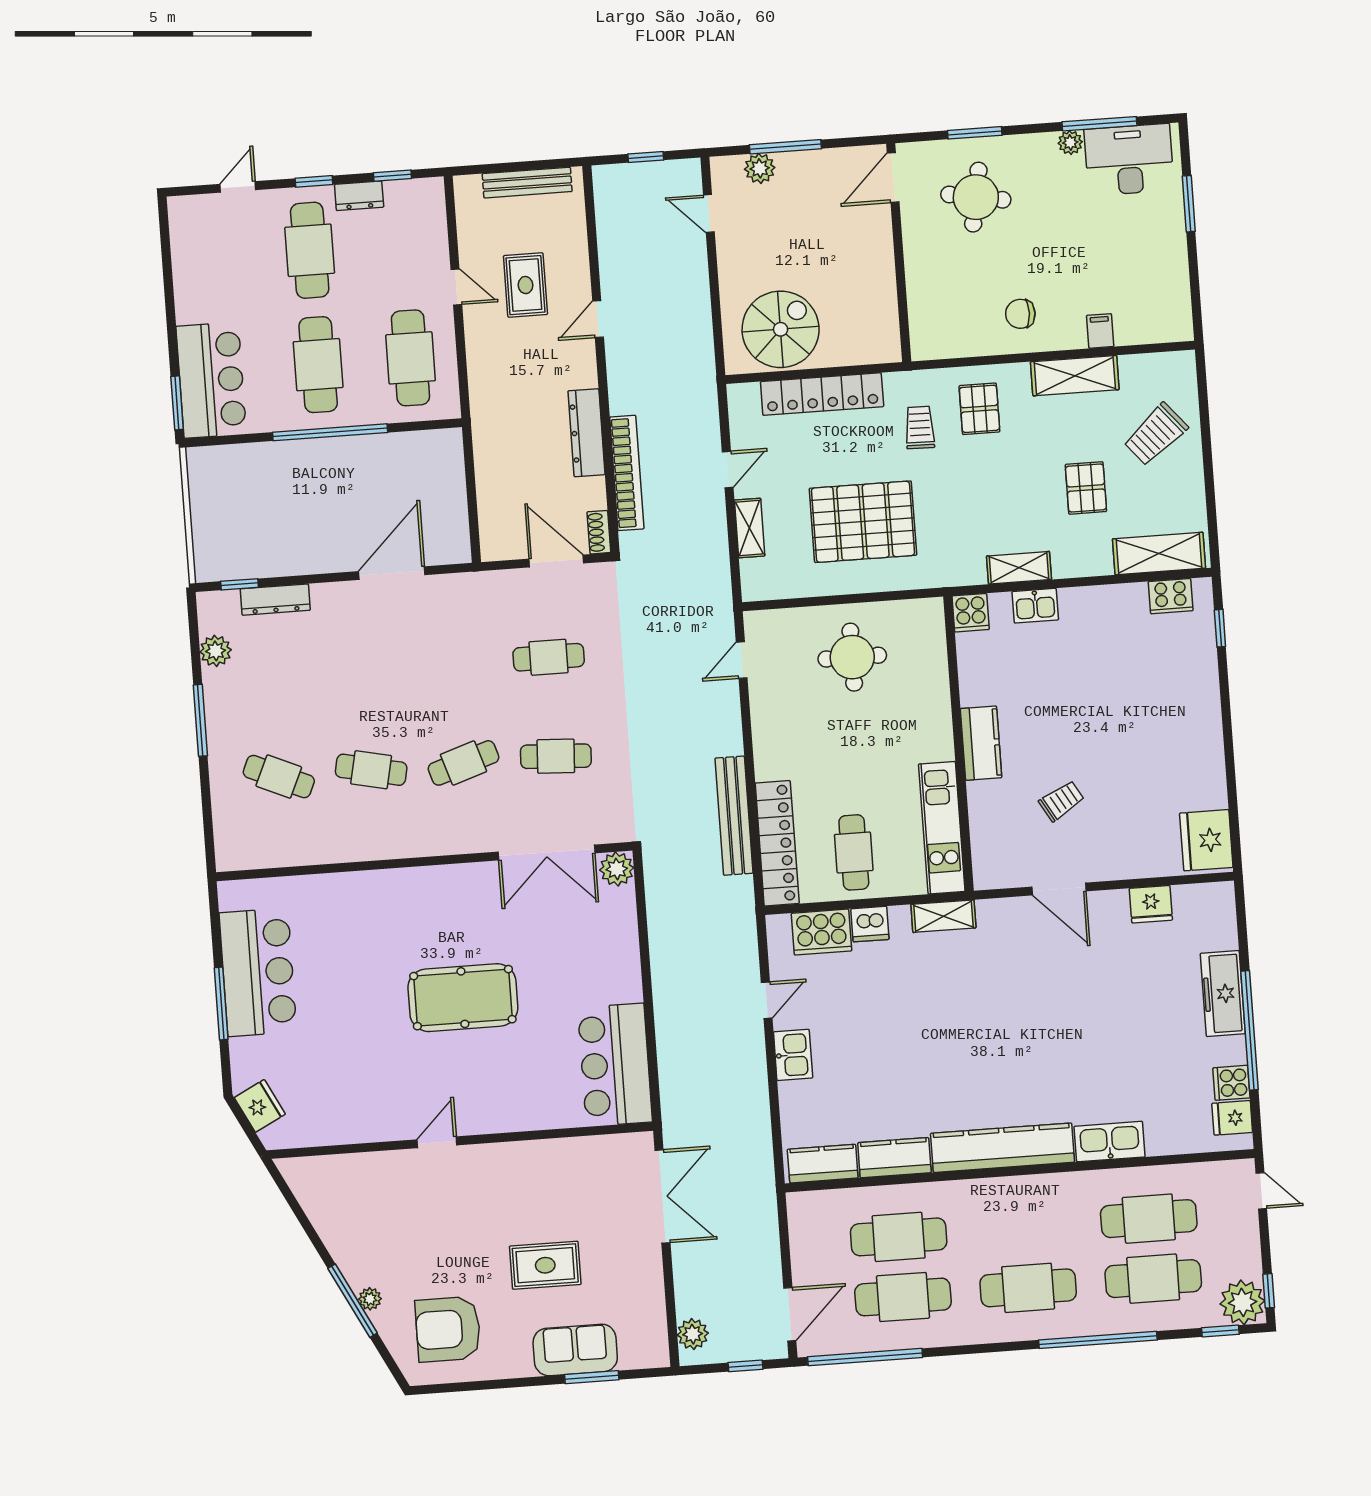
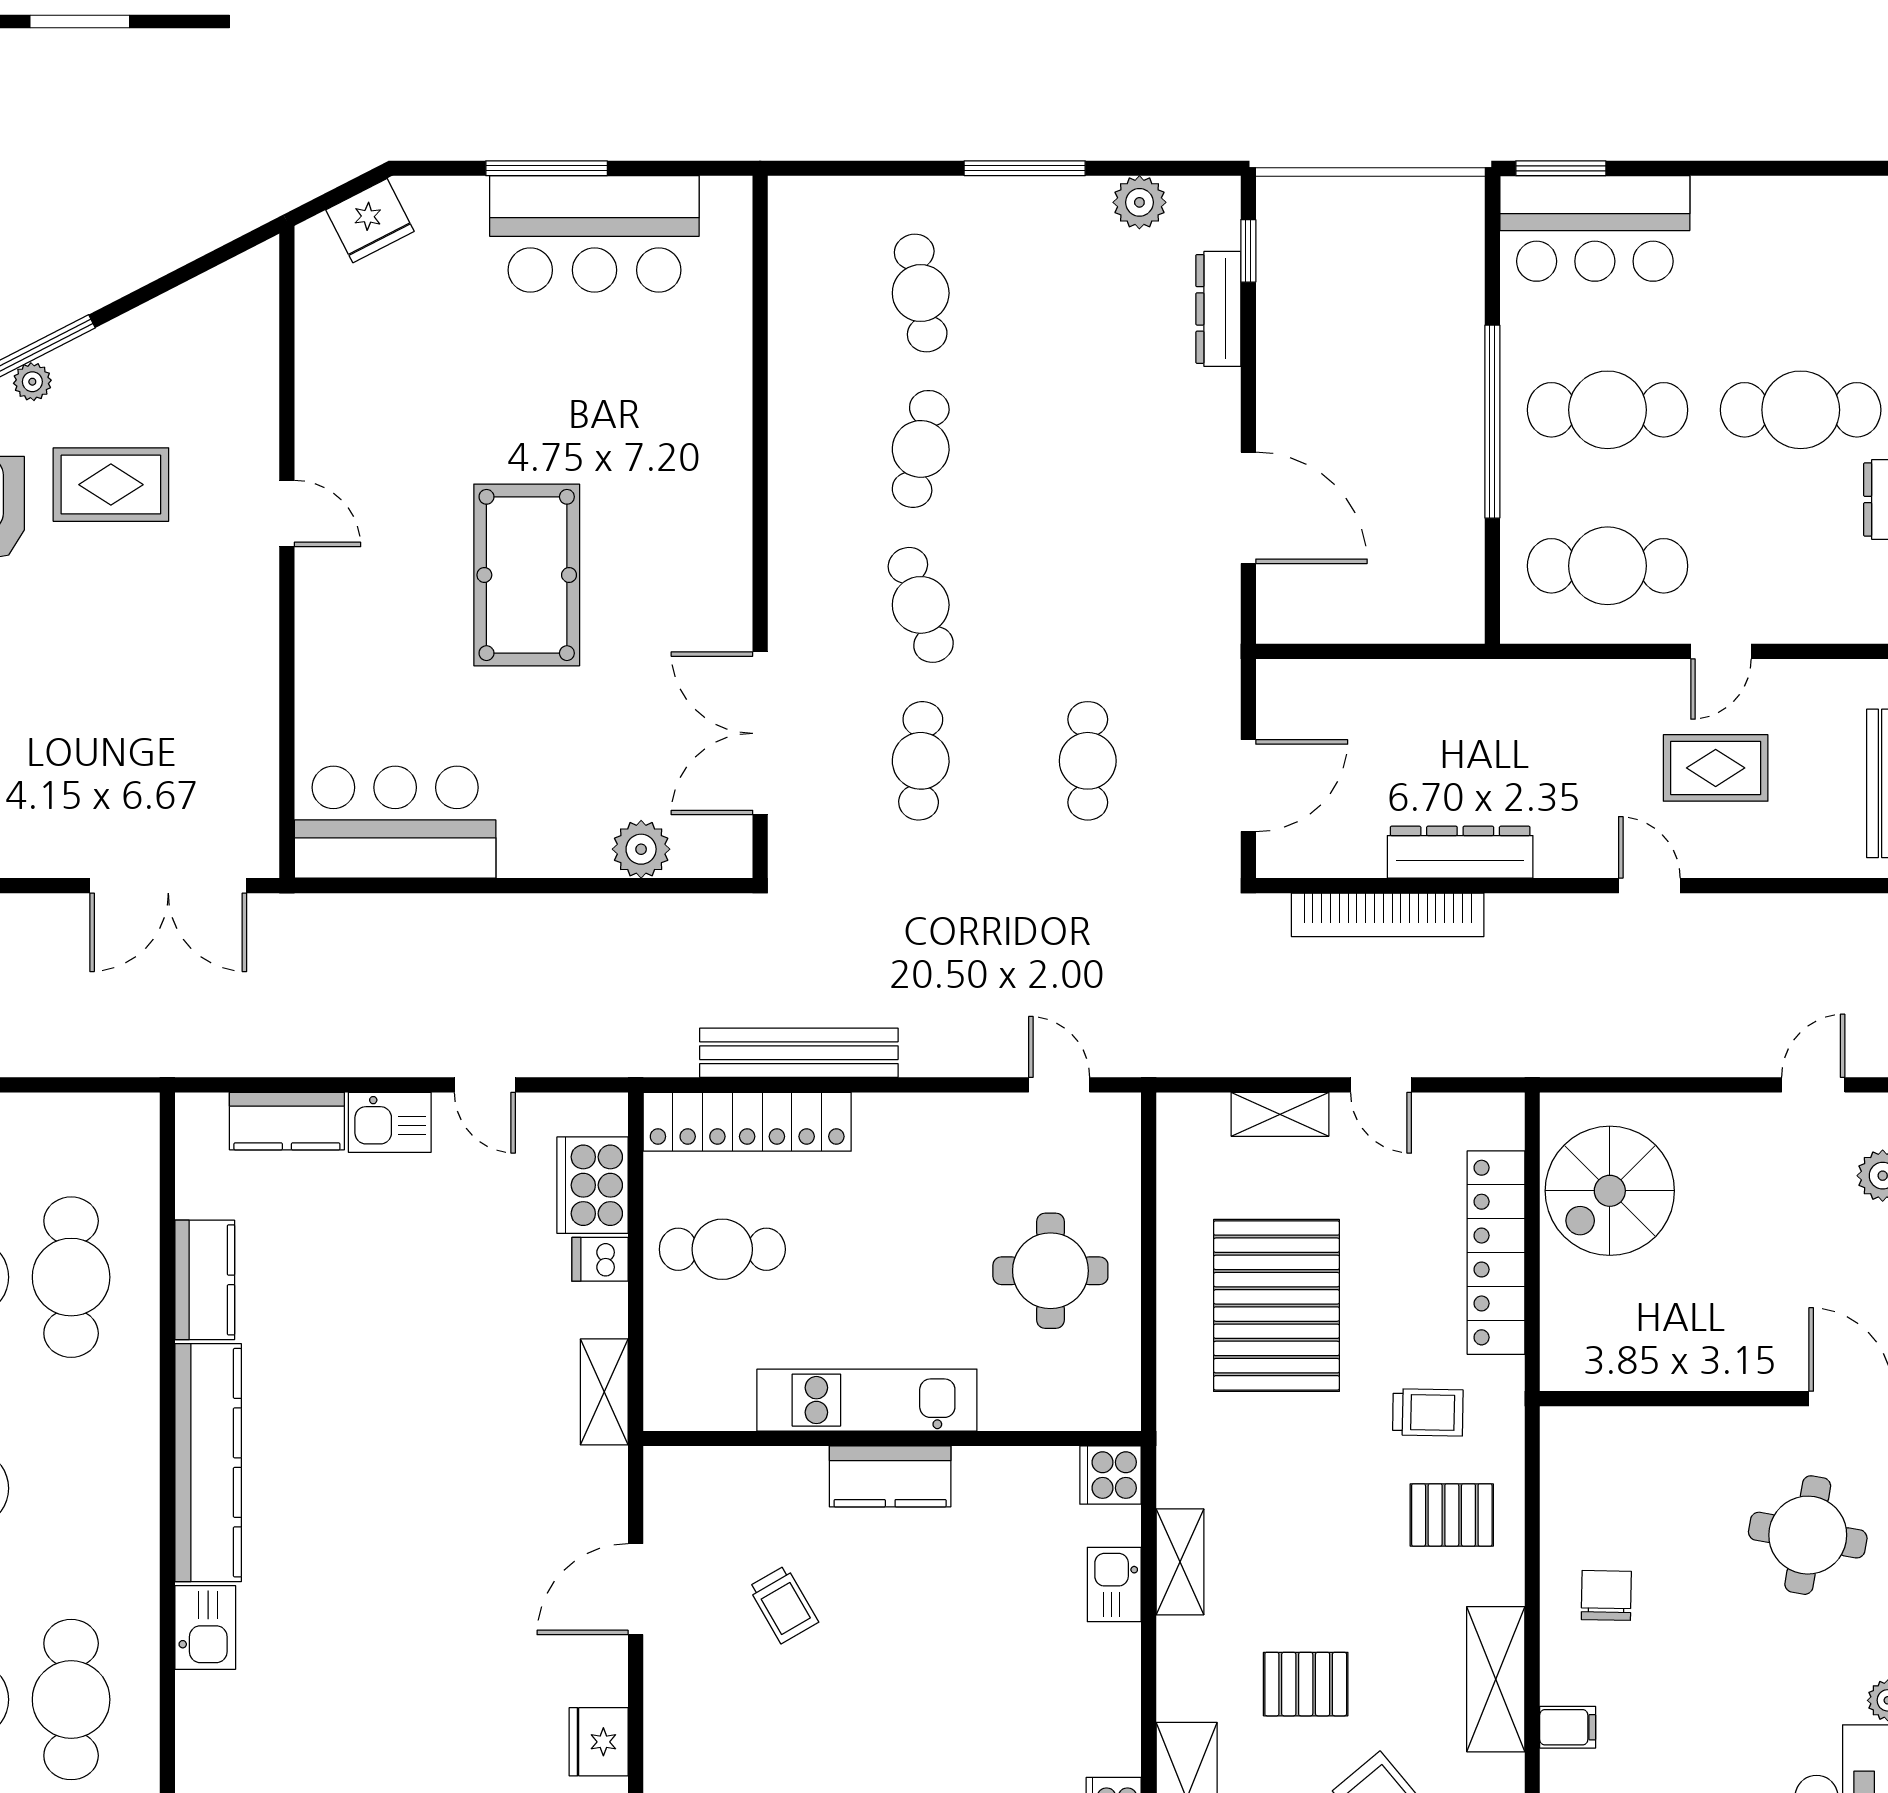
spiral stairs: (781, 329) -> (1610, 1191), turned 90
shoe rack: (599, 532) -> (1292, 861), removed
cafe table: (279, 777) -> (921, 293), turned -33
kitchen unit: (942, 828) -> (867, 1400), moved
plant: (617, 869) -> (641, 849), moved
dishwasher: (870, 924) -> (600, 1259), width x0.73
kitchen sink: (1110, 1142) -> (205, 1627), width x0.73
kitchen counter: (823, 1164) -> (287, 1121), moved, turned 90
rug: (545, 1265) -> (111, 485), moved, turned 90

